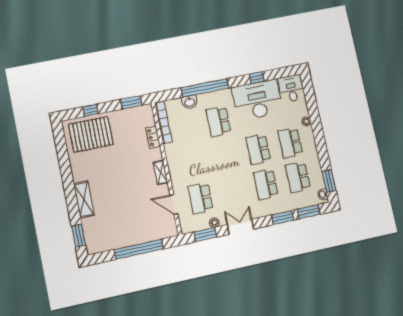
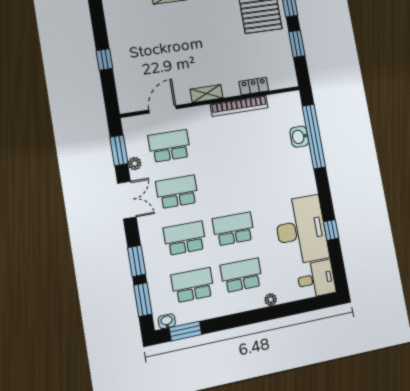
window: (205, 88) -> (314, 137), moved
window: (131, 102) -> (297, 44), moved
school desk: (218, 121) -> (177, 192), moved
bookcase: (163, 122) -> (239, 106), moved
window: (139, 249) -> (104, 59), width x0.32

